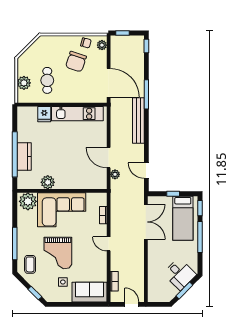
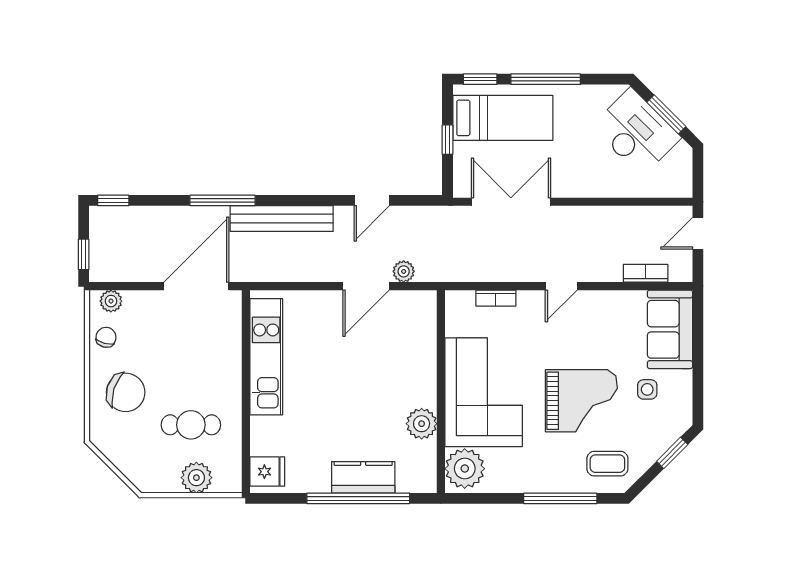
chair: (76, 62) -> (126, 392), moved
fridge: (44, 114) -> (267, 472), moved
door: (146, 171) -> (372, 200), moved
desk: (180, 274) -> (636, 132), width x1.37

